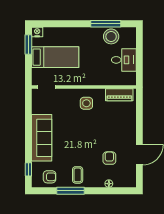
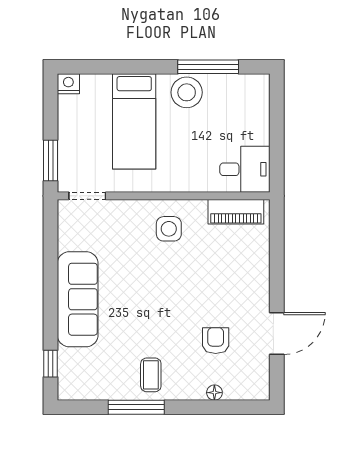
stool: (111, 36) -> (187, 92), moved
window: (28, 45) -> (51, 161), moved
bed: (55, 57) -> (134, 121), moved, turned 90
desk: (124, 60) -> (245, 169), moved
armchair: (50, 177) -> (94, 379), removed

